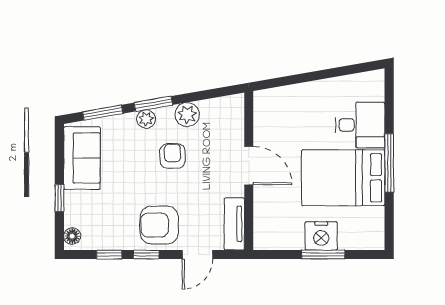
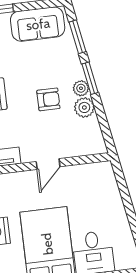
plant: (146, 119) -> (81, 88), moved
door: (249, 166) -> (48, 164), width x0.73

